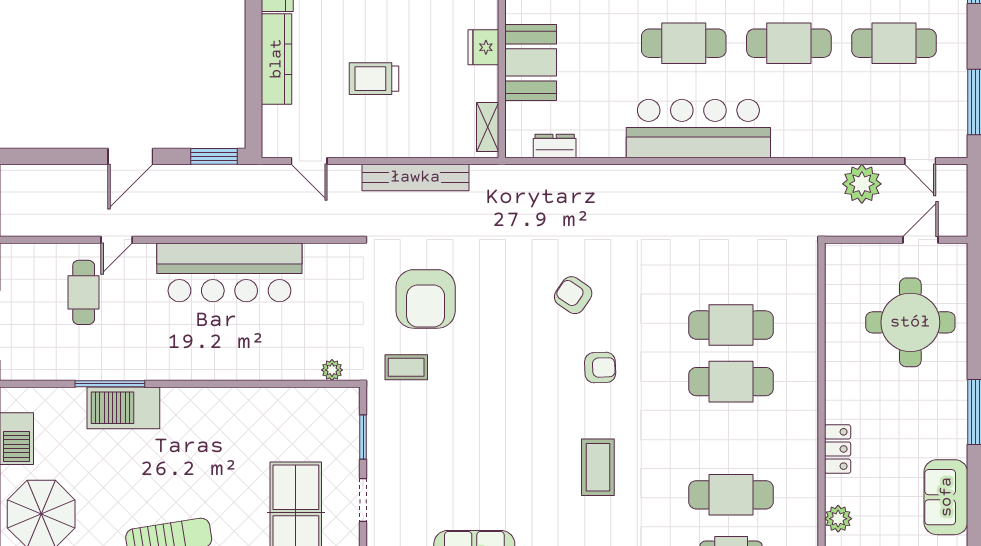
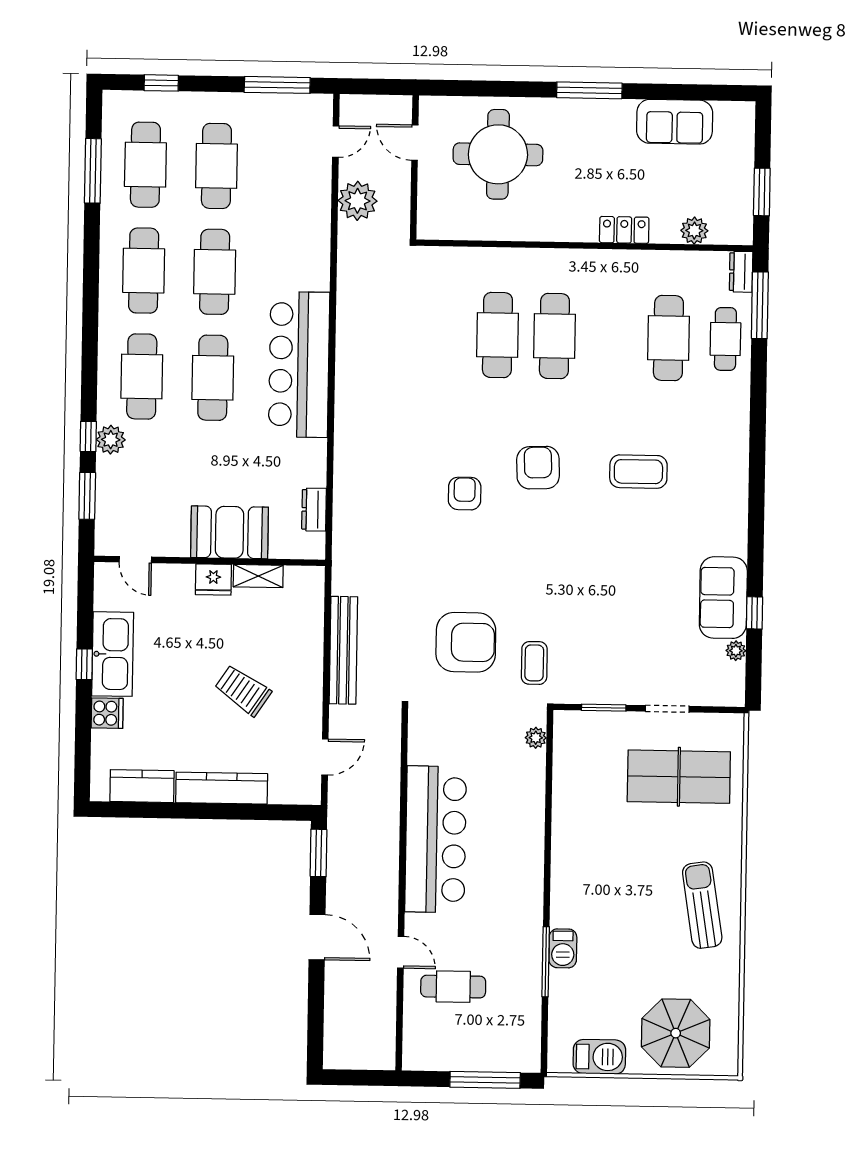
trolley: (374, 79) -> (243, 690), turned 124
shelving: (488, 127) -> (258, 576), moved
armchair: (573, 295) -> (465, 494), turned 146
armchair: (600, 368) -> (538, 468), width x1.38, depth x1.38
barbecue: (123, 408) -> (563, 948), width x0.53, depth x0.65

